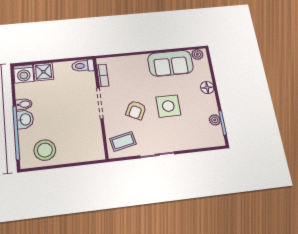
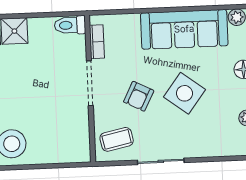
sofa: (170, 63) -> (184, 29), width x1.36
side table: (168, 106) -> (184, 93), turned 37

